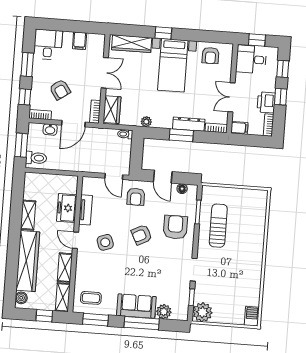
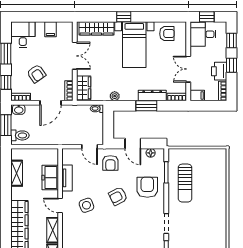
armchair: (211, 55) -> (167, 34), turned -90
washbasin: (50, 129) -> (19, 109), moved
shelving: (28, 215) -> (17, 173), moved
sun lounger: (218, 226) -> (185, 183), turned 180

